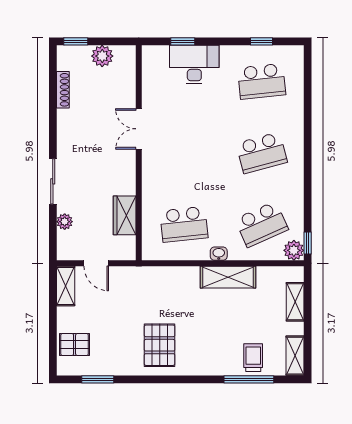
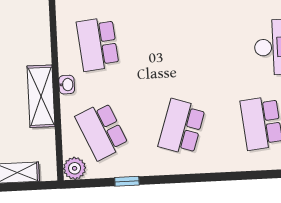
school desk: (262, 153) -> (182, 127), turned 33
window: (308, 243) -> (127, 181), moved

